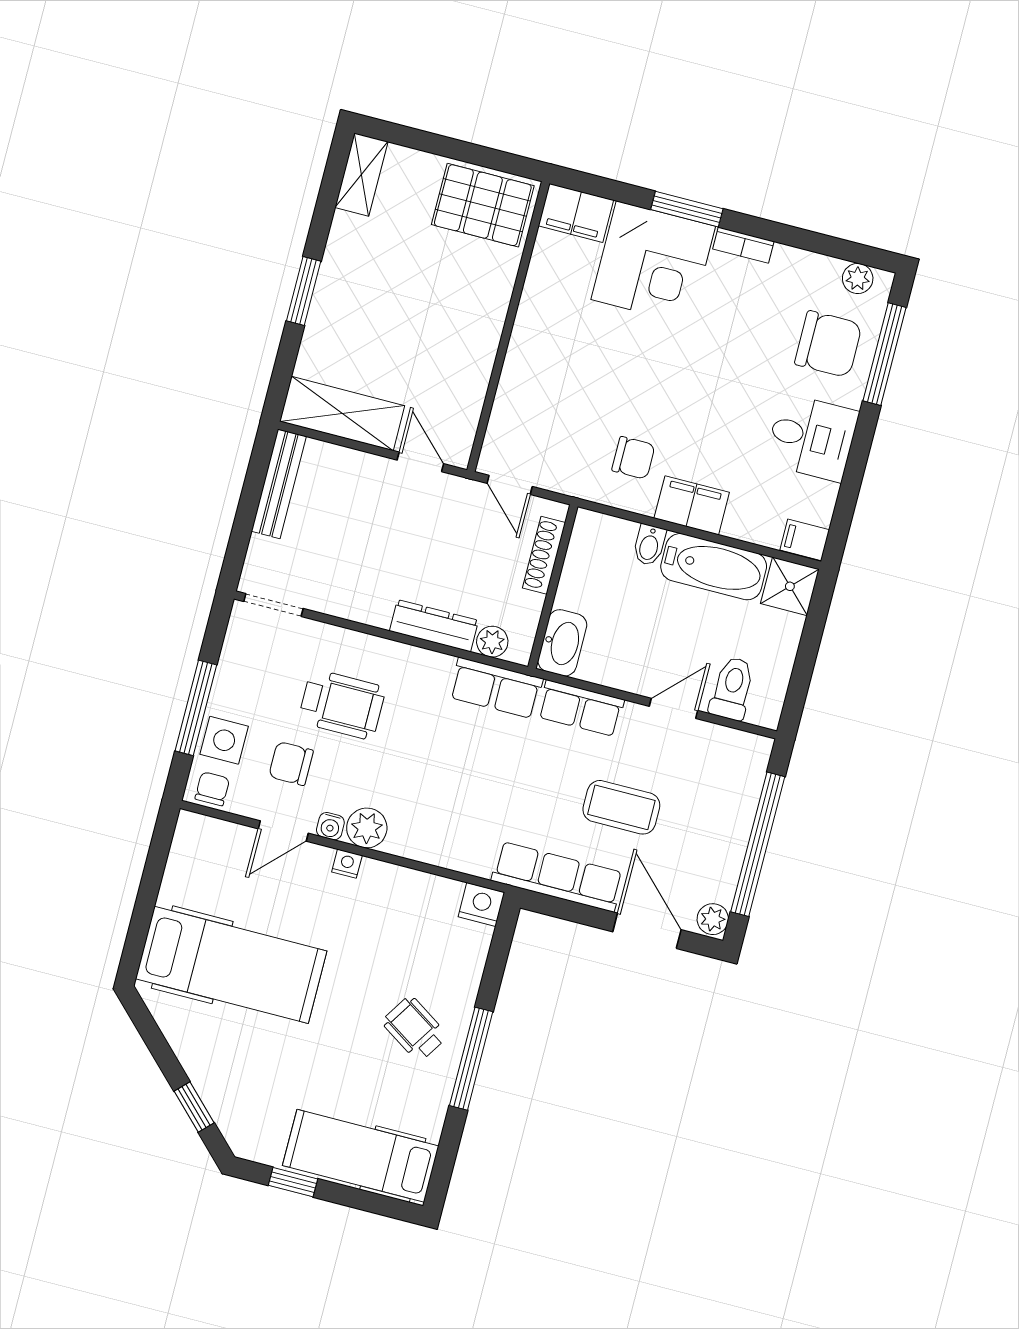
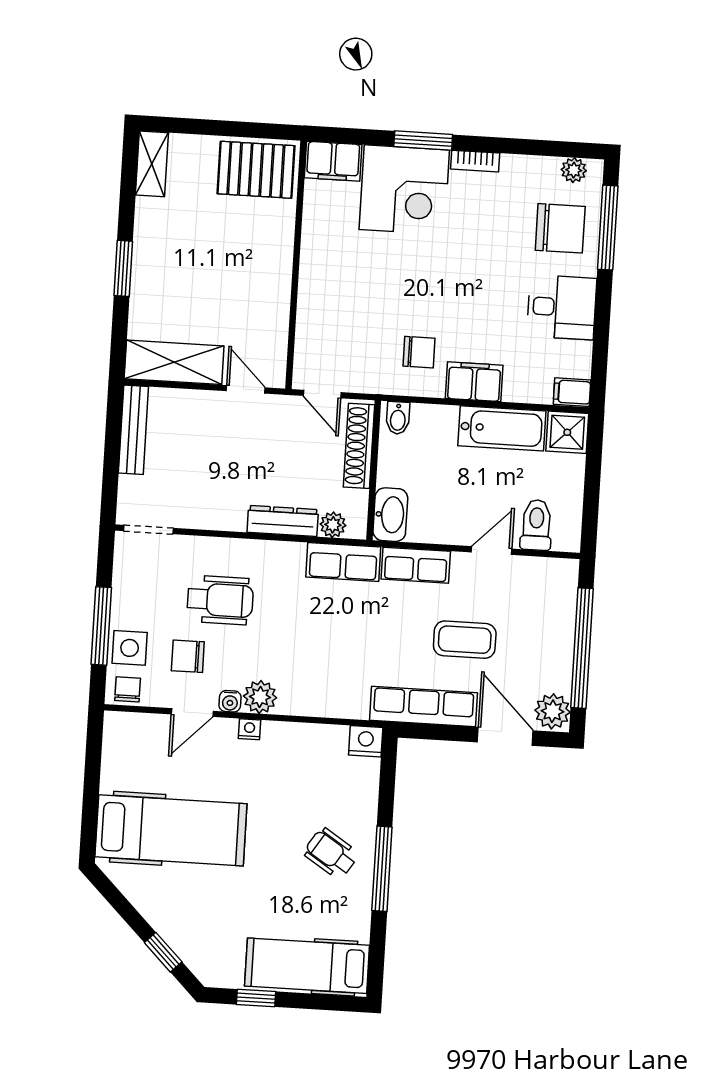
bidet: (649, 545) -> (398, 418), moved
shoe rack: (544, 555) -> (359, 446), width x1.36, depth x1.24
plant: (713, 919) -> (553, 711), width x1.38, depth x1.38

